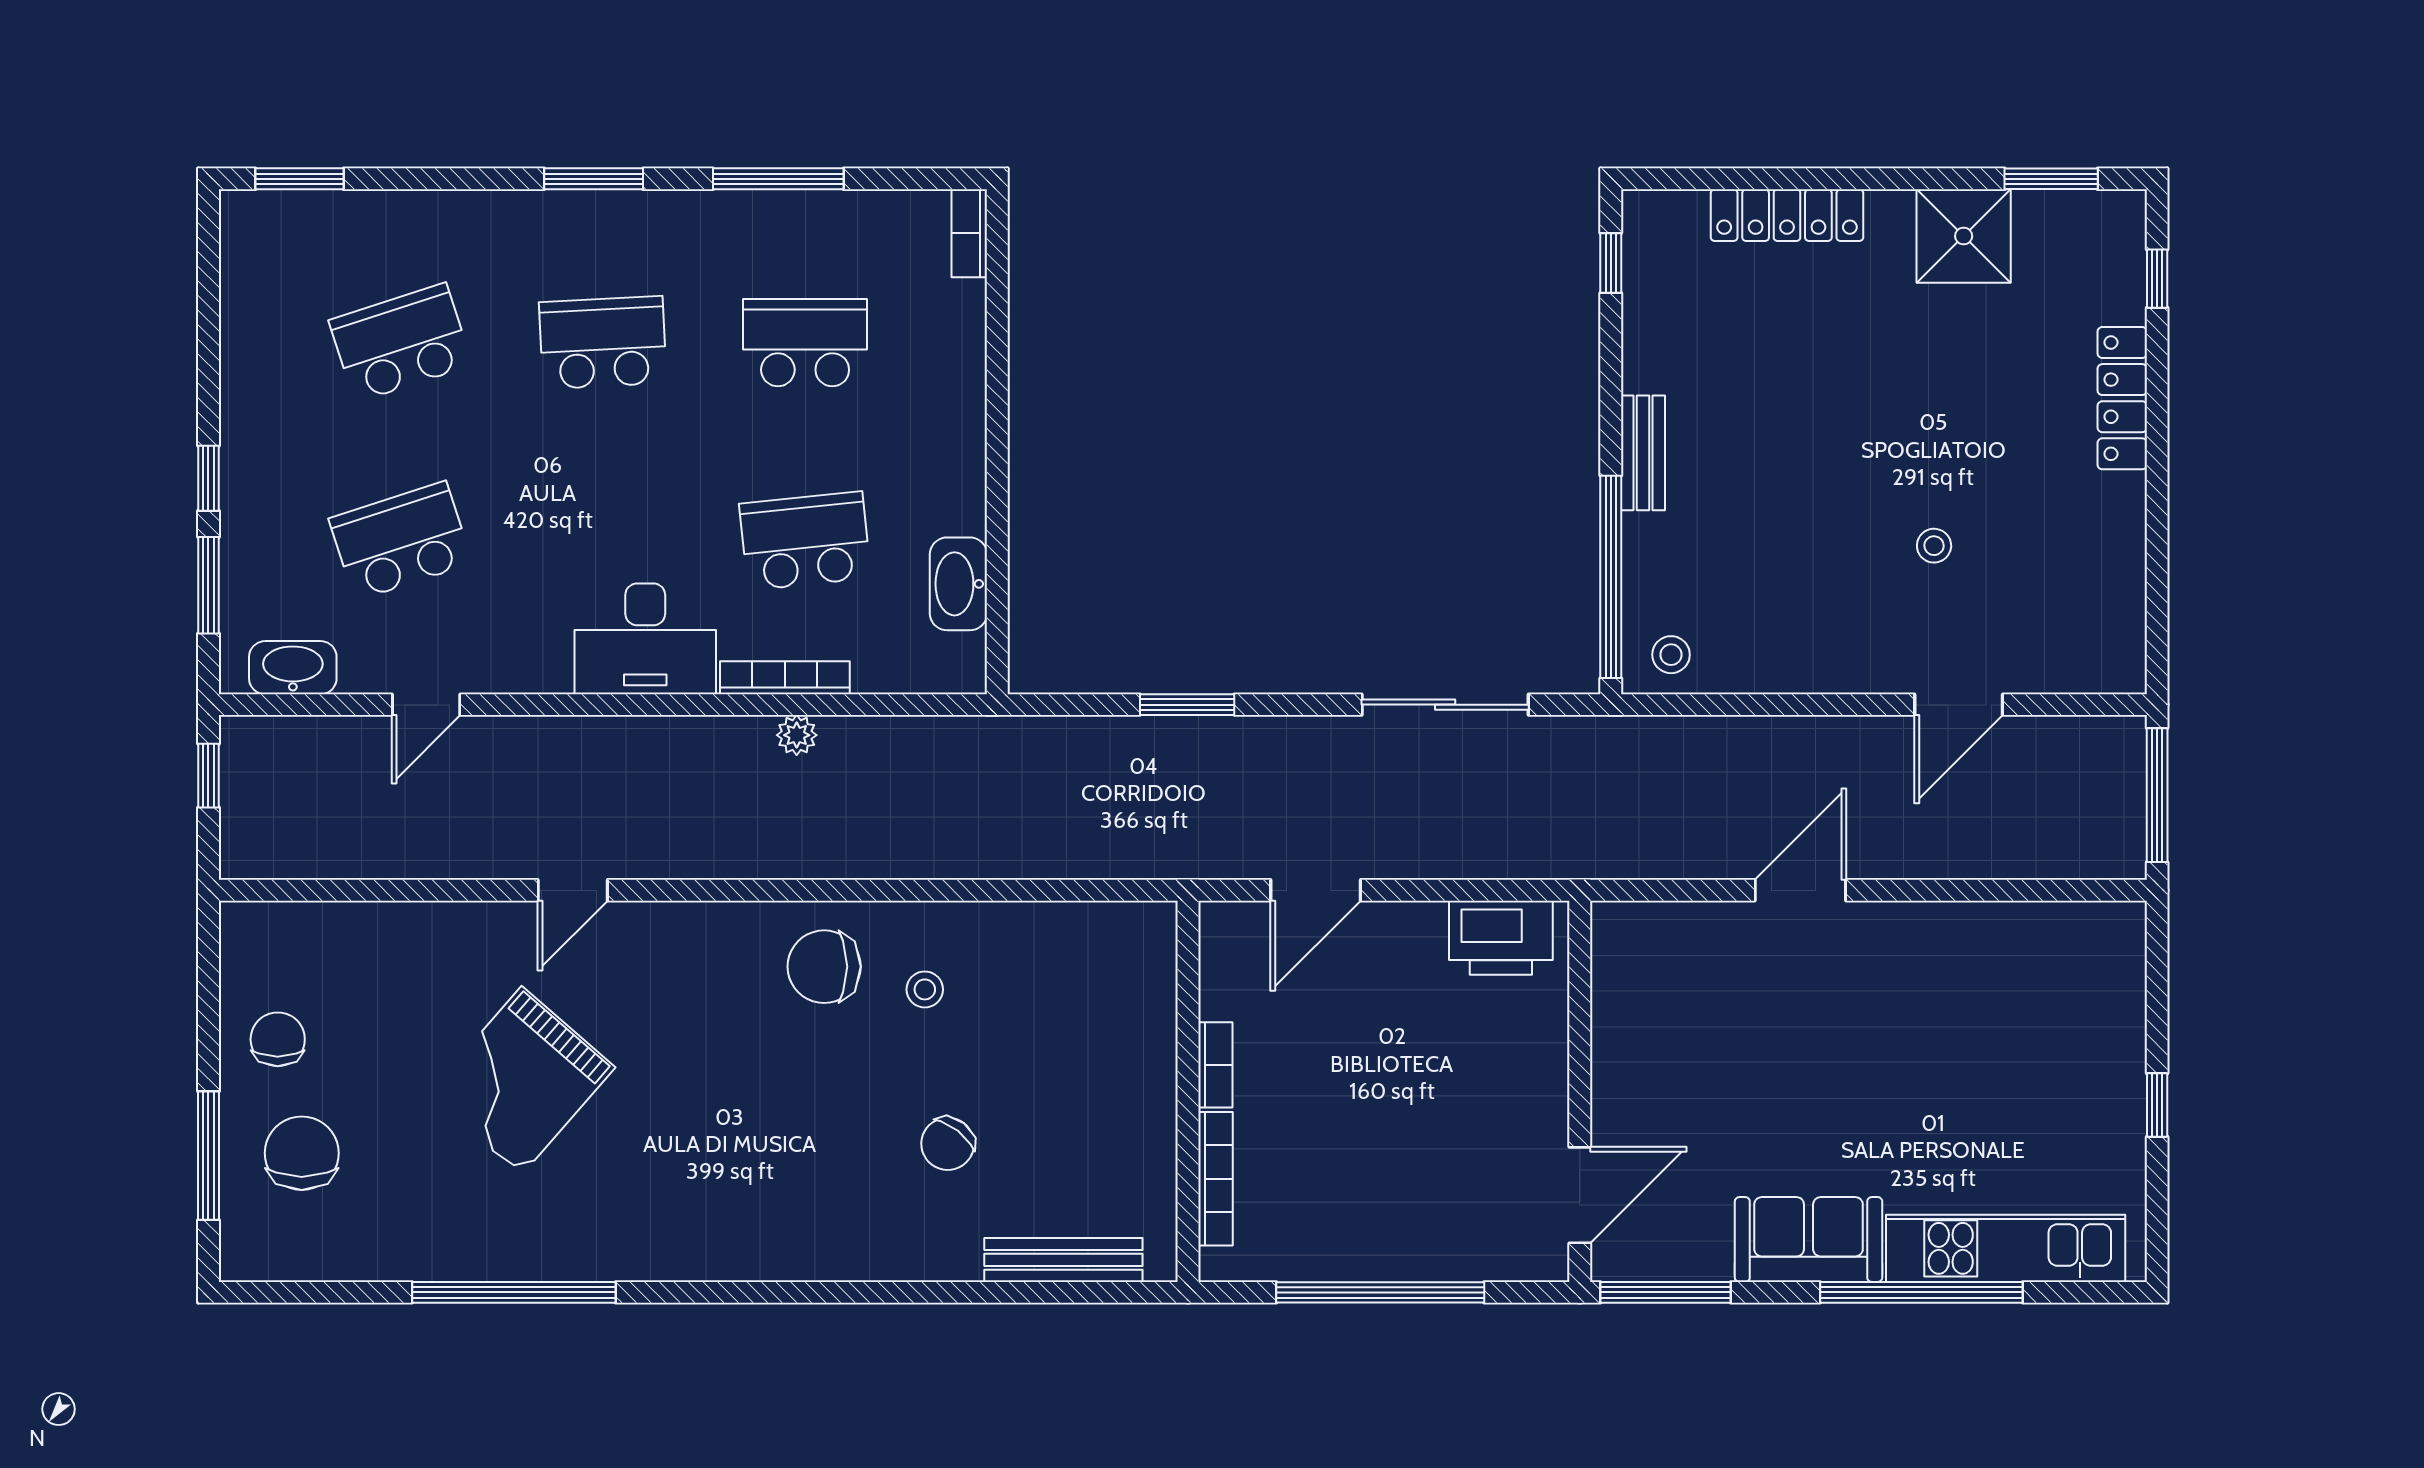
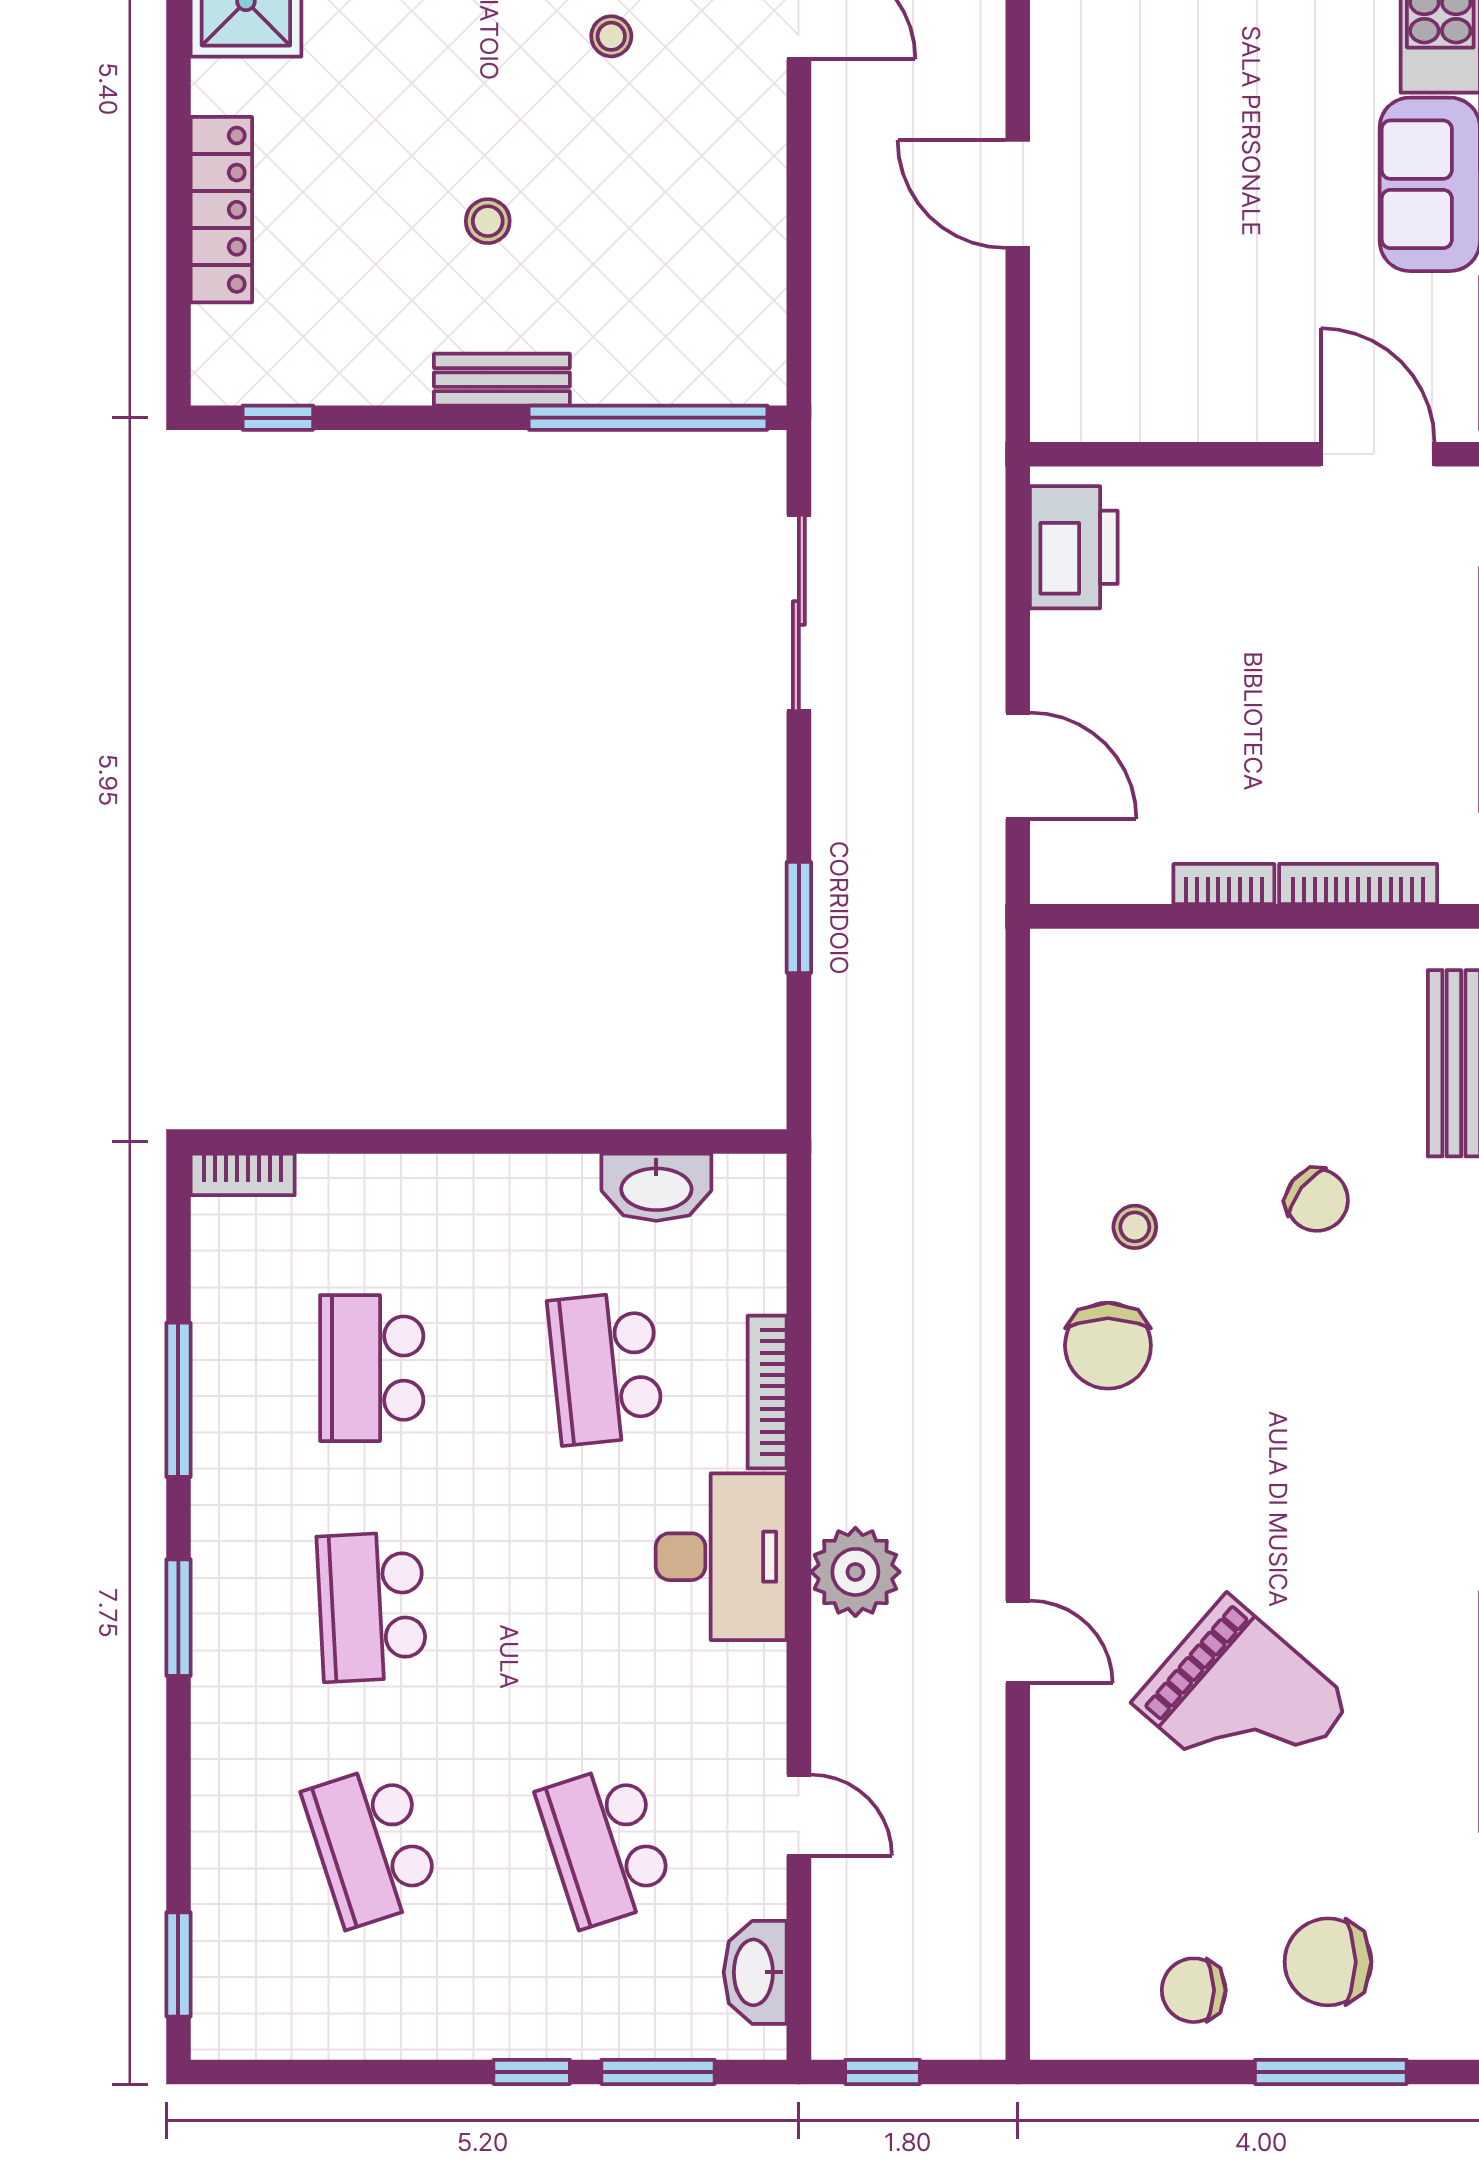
stool: (1671, 655) -> (488, 221), moved
plant: (797, 735) -> (855, 1572), moved, width x1.88, depth x1.88

